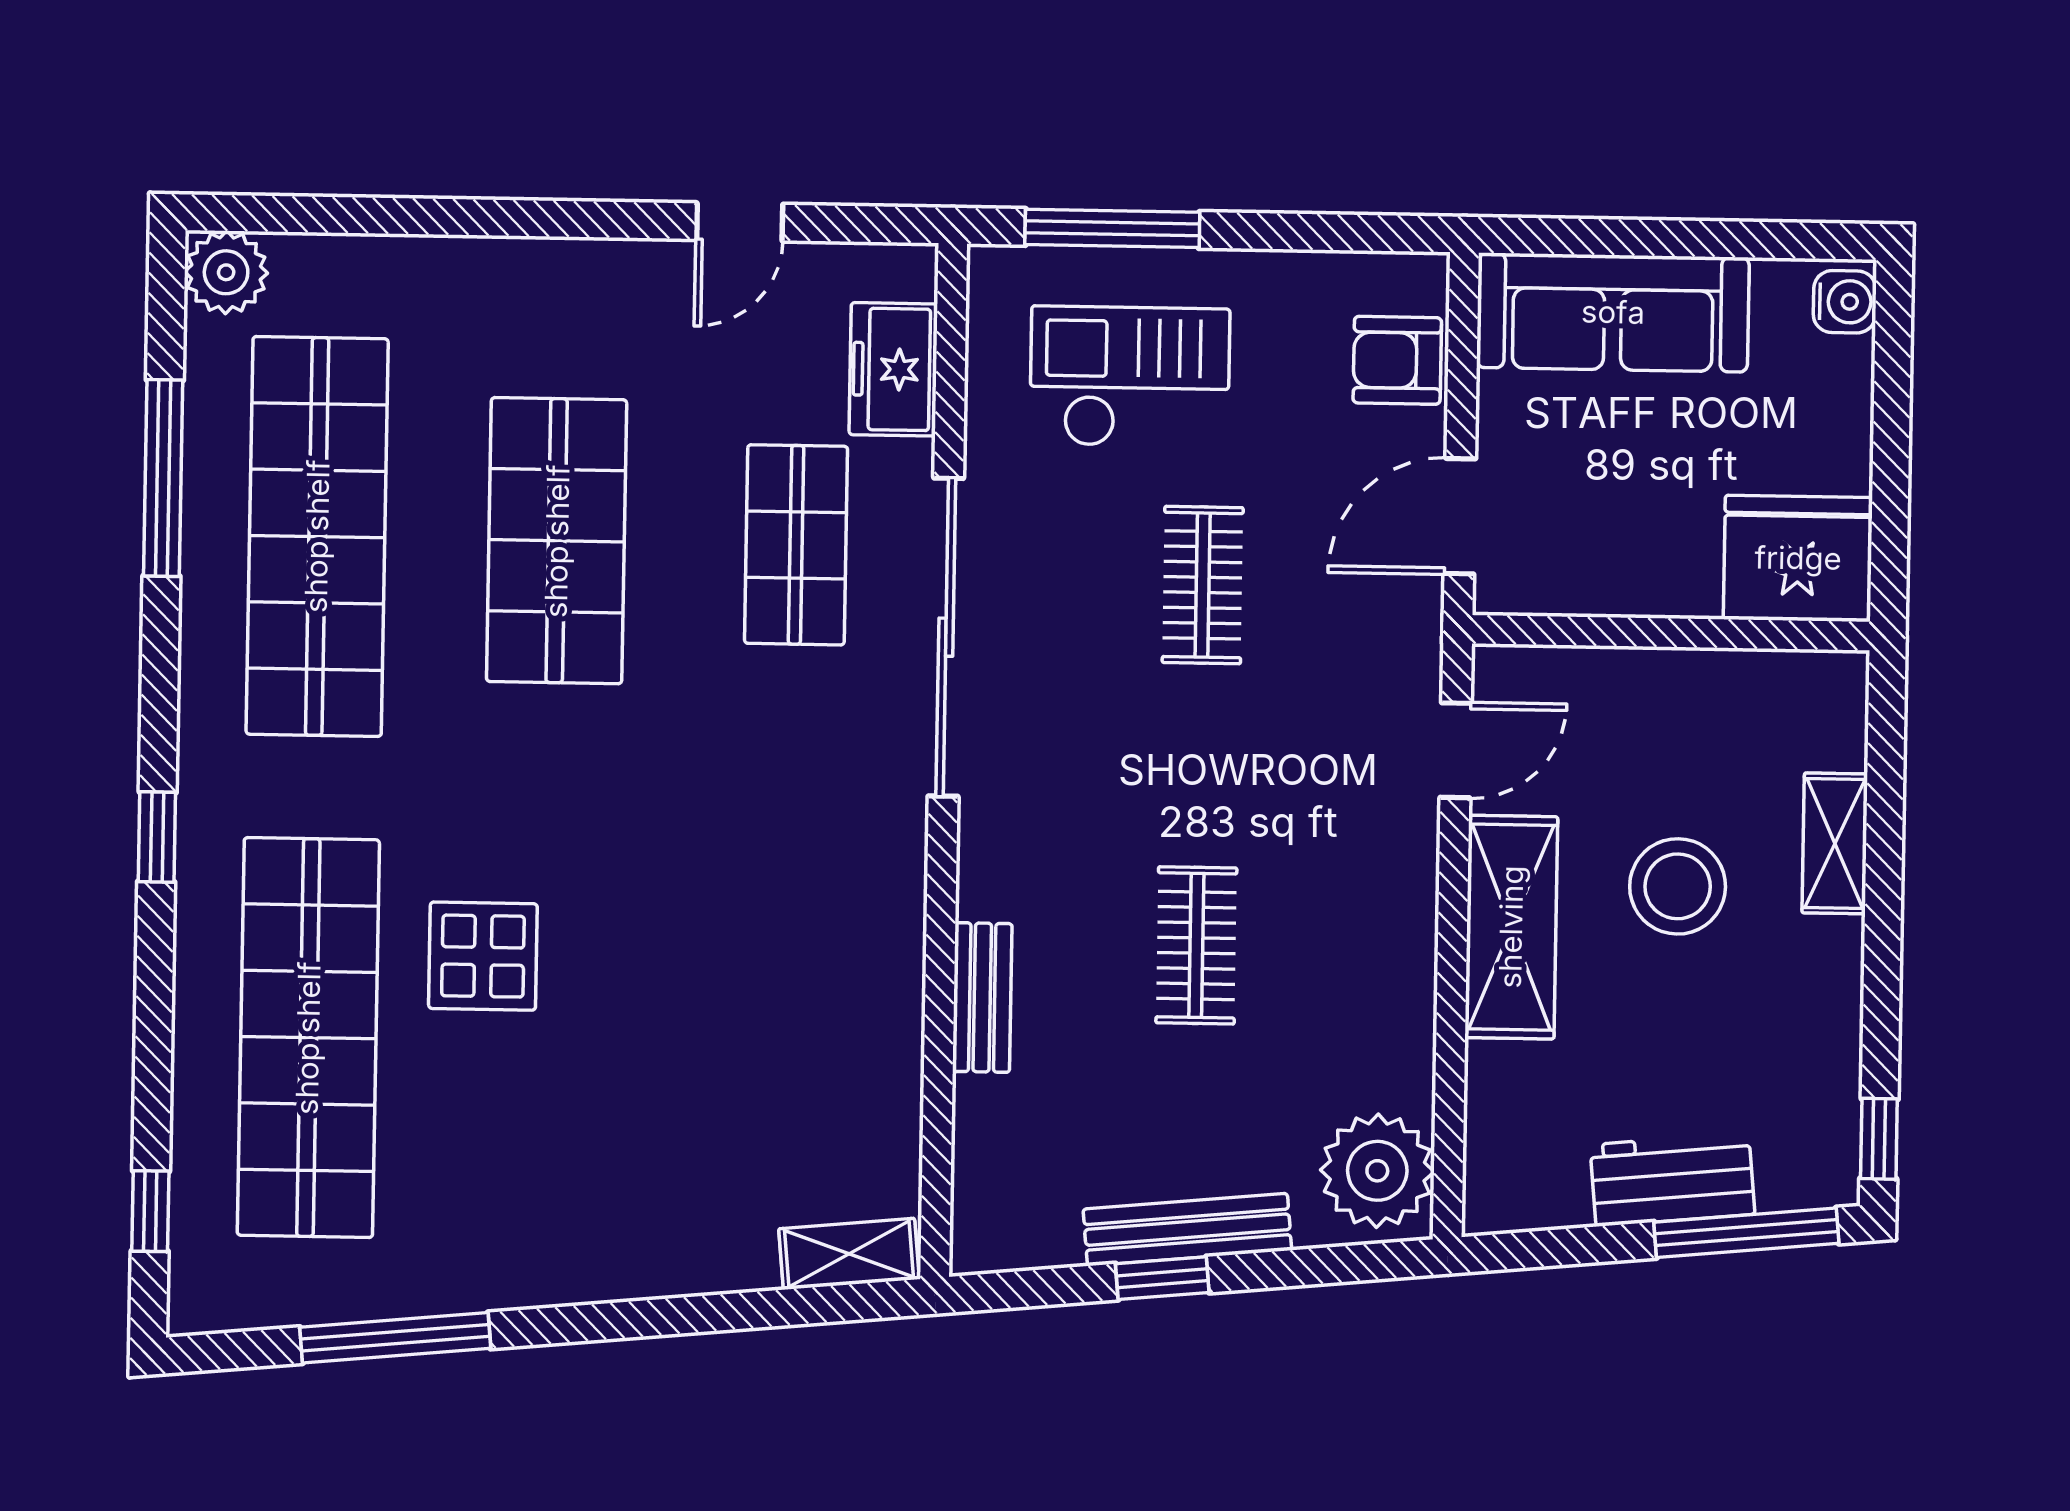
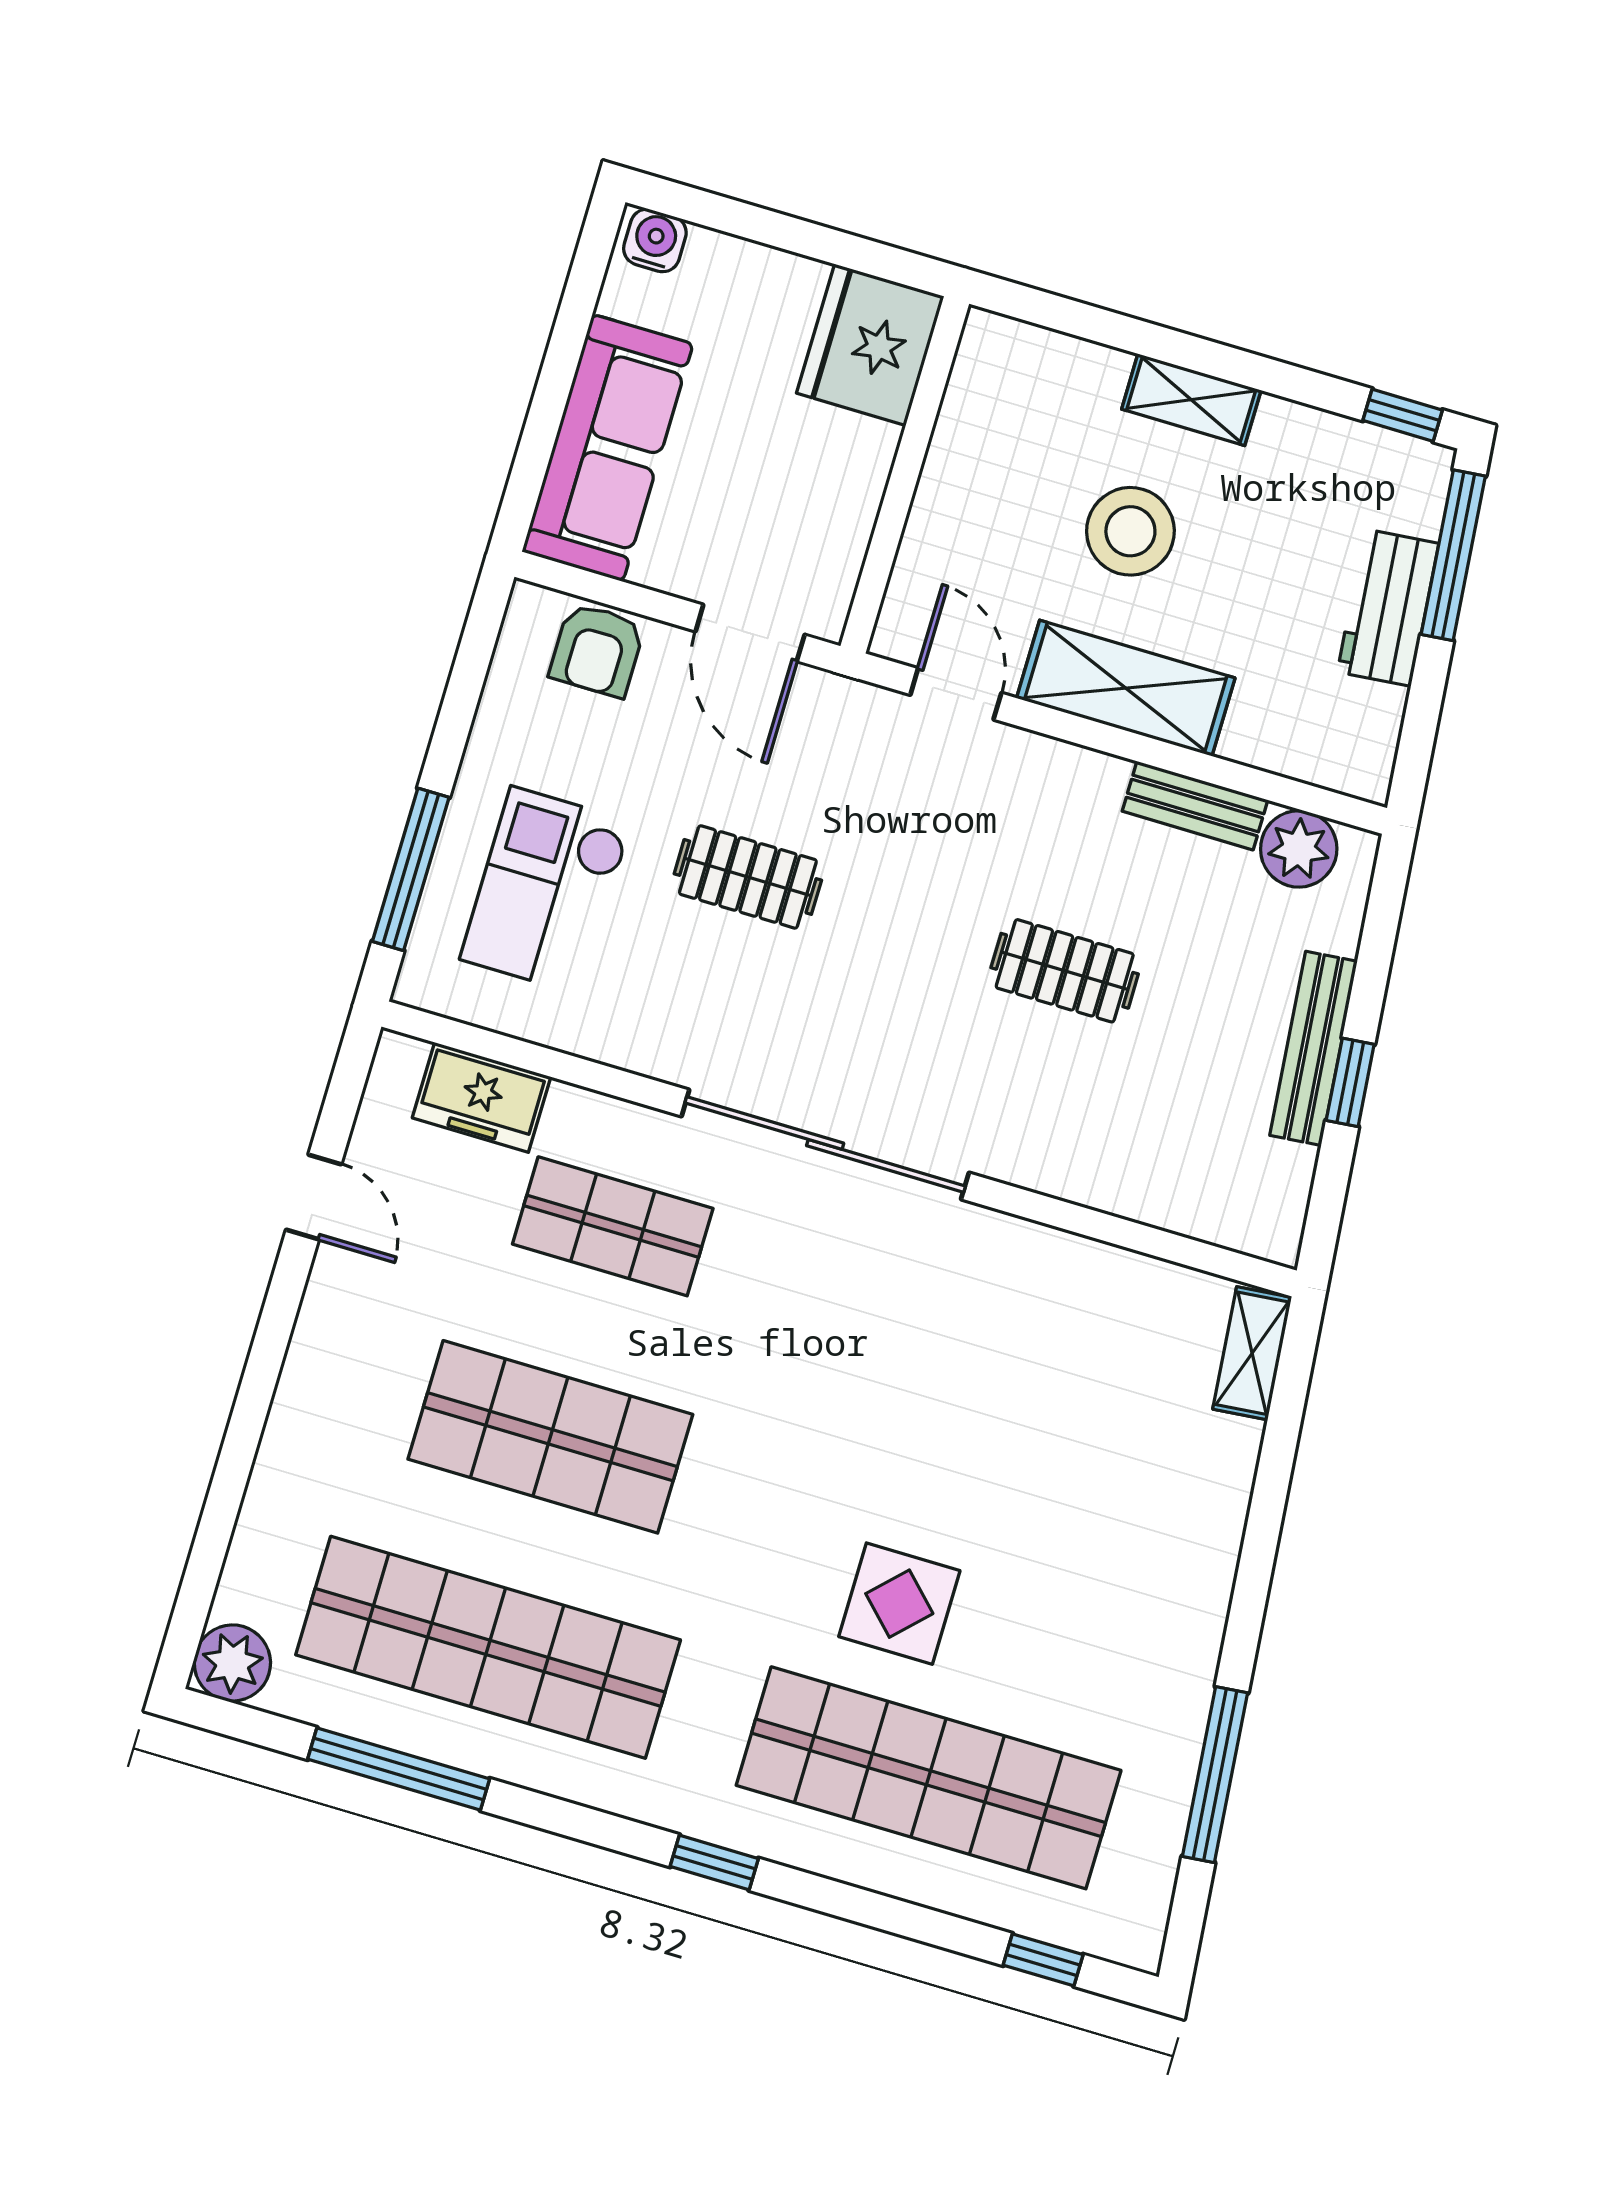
sliding door: (946, 637) -> (825, 1144), moved
shelving: (1835, 843) -> (1191, 400), moved
bench: (982, 997) -> (1195, 806), moved
plant: (1377, 1171) -> (1299, 849), width x0.73, depth x0.73

